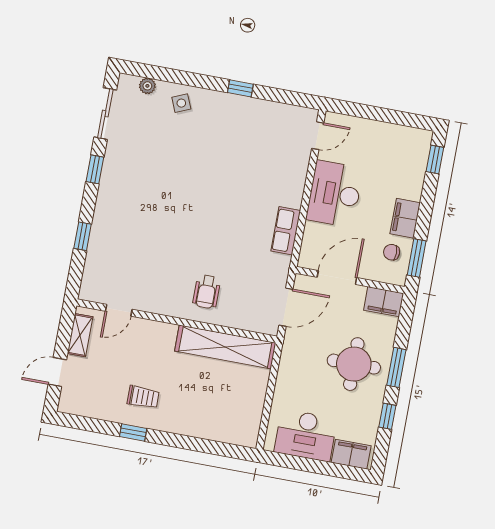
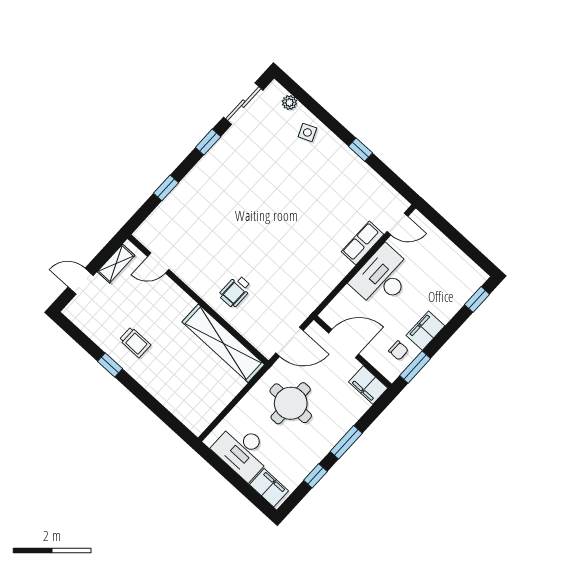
row of seats: (286, 231) -> (363, 243), moved
chair: (392, 252) -> (398, 350), turned 180
round table: (354, 364) -> (291, 403), moved

